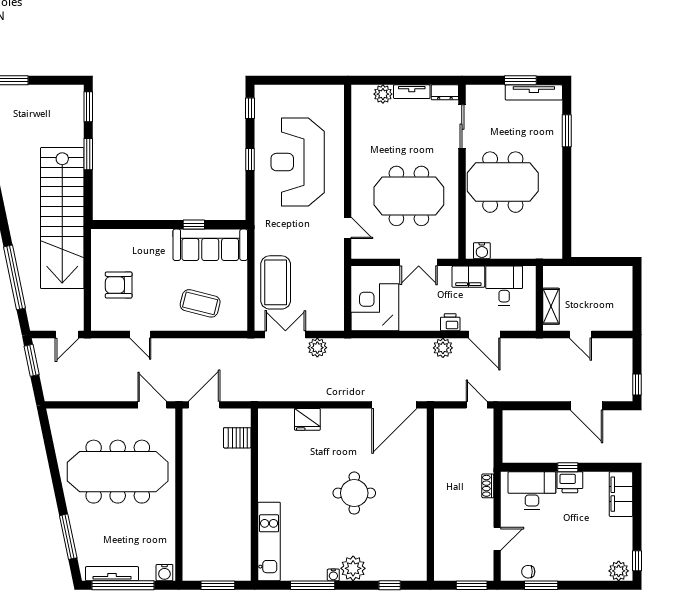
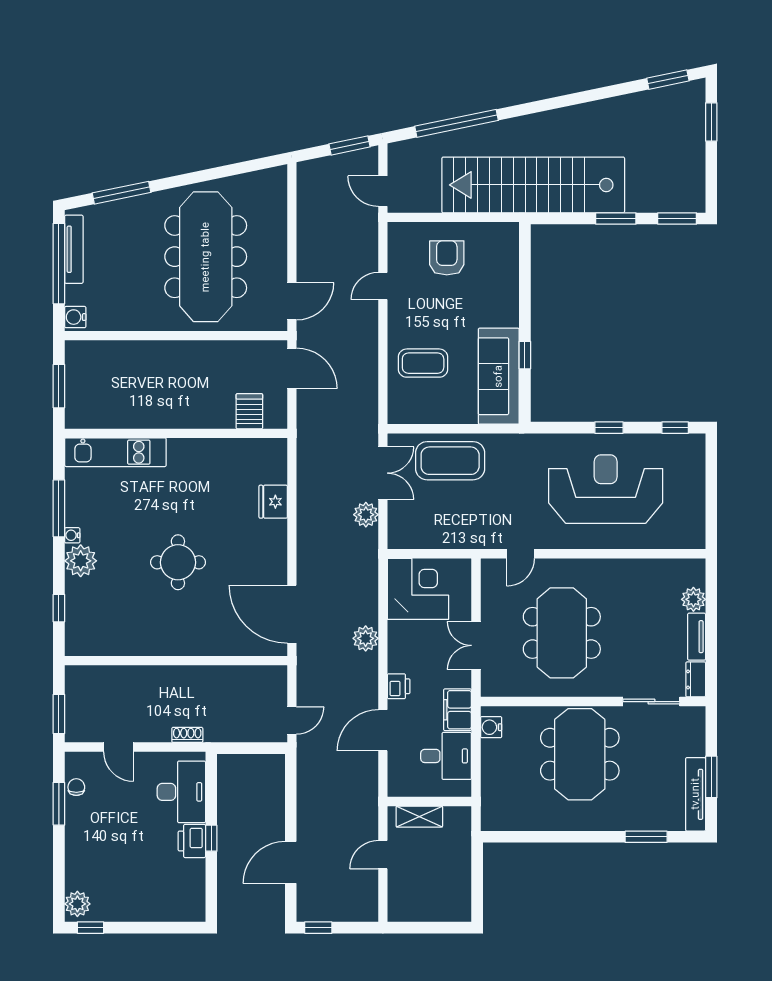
coffee table: (200, 303) -> (423, 363), turned 76
plant: (443, 348) -> (366, 638), moved
filing cabinet: (621, 494) -> (177, 907), removed

